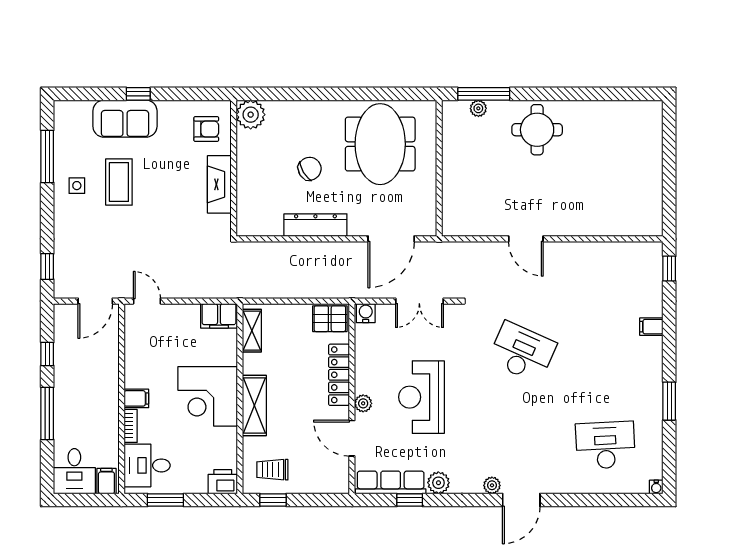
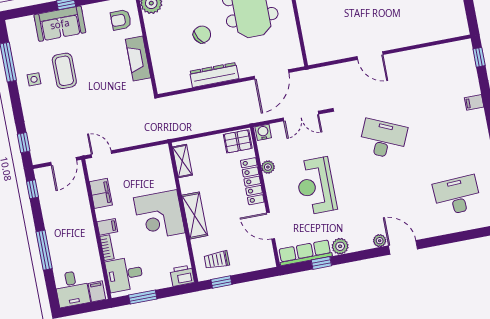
armchair: (206, 129) -> (121, 20), turned 180
filing cabinet: (219, 316) -> (101, 193), moved, turned -90
window: (47, 354) -> (32, 189), moved
plant: (363, 403) -> (268, 167), moved
door: (521, 500) -> (403, 247), swing flipped

